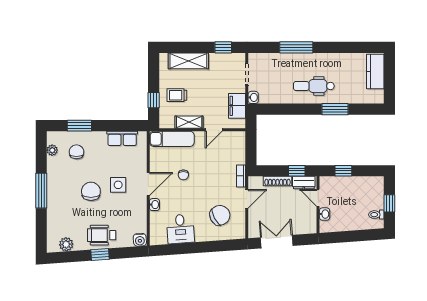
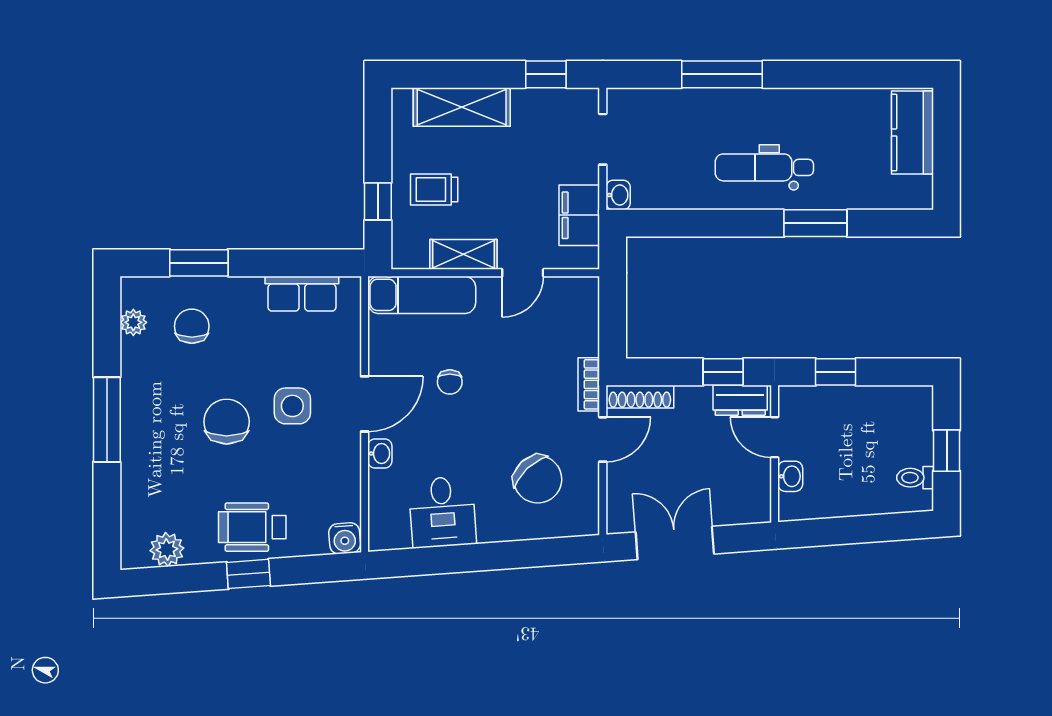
shoe rack: (277, 181) -> (640, 397), moved
chair: (220, 215) -> (538, 479), turned 76

